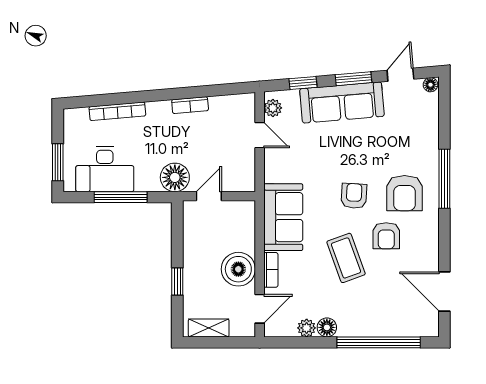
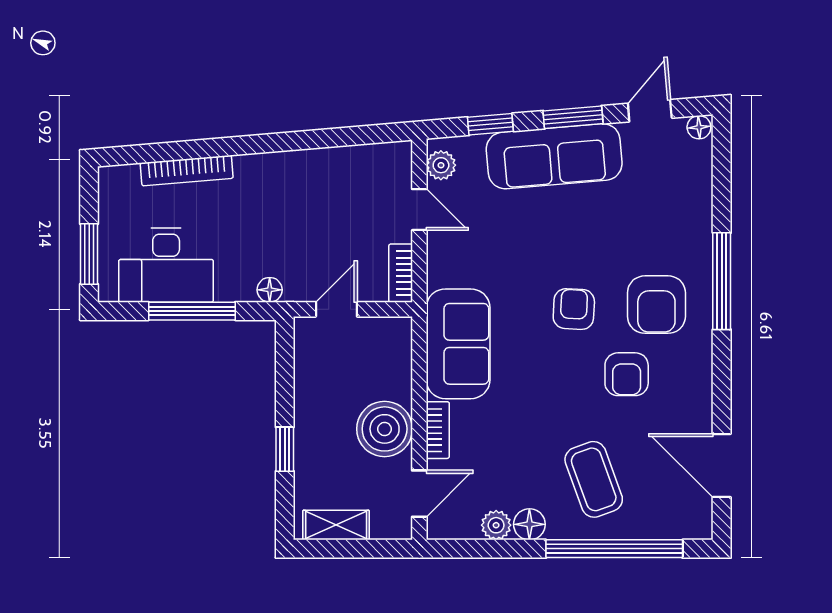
bookcase: (190, 105) -> (401, 273), moved, turned 95
floor lamp: (175, 177) -> (270, 290), width x0.53, depth x0.53
coffee table: (346, 258) -> (594, 479), moved

